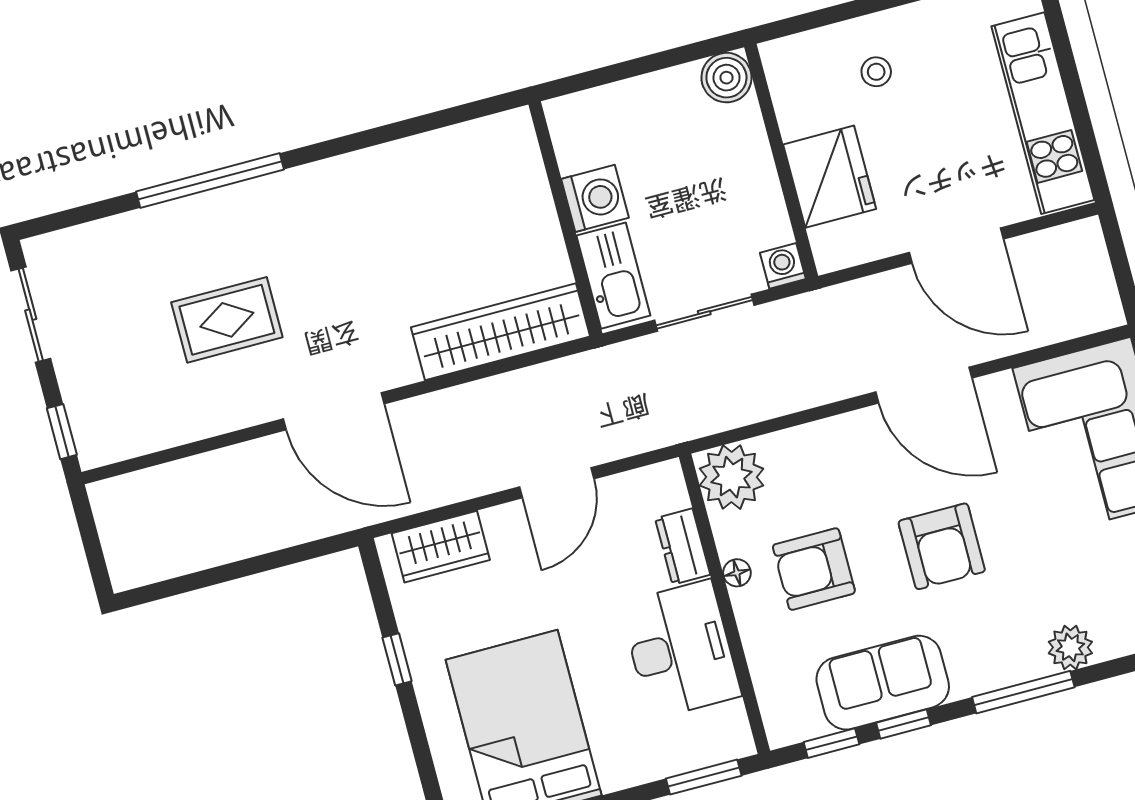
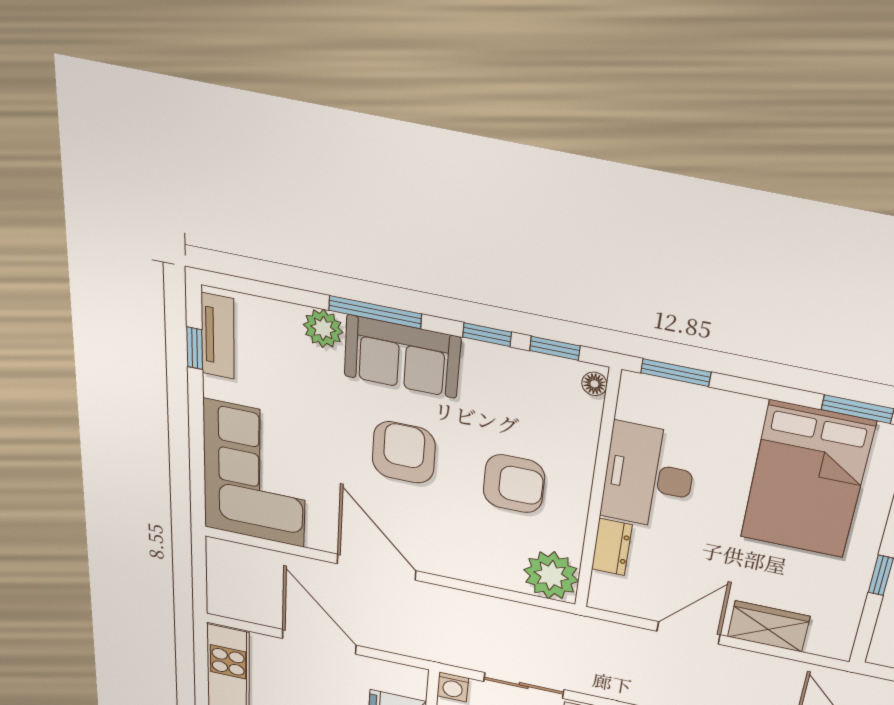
wardrobe: (441, 547) -> (769, 626), moved
floor lamp: (737, 573) -> (594, 384), moved
sofa: (883, 683) -> (402, 357), moved

